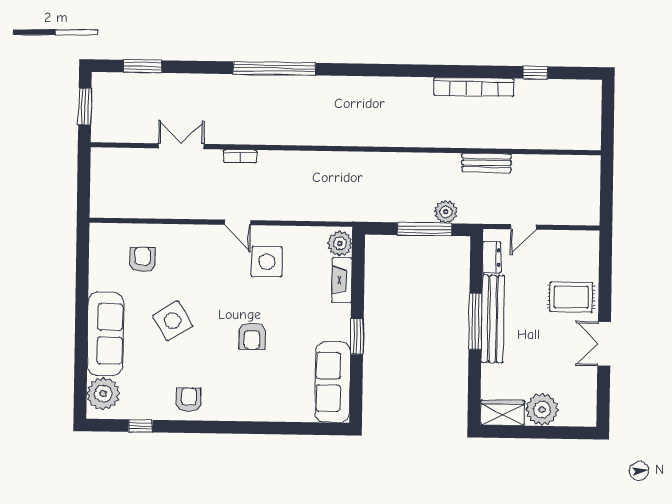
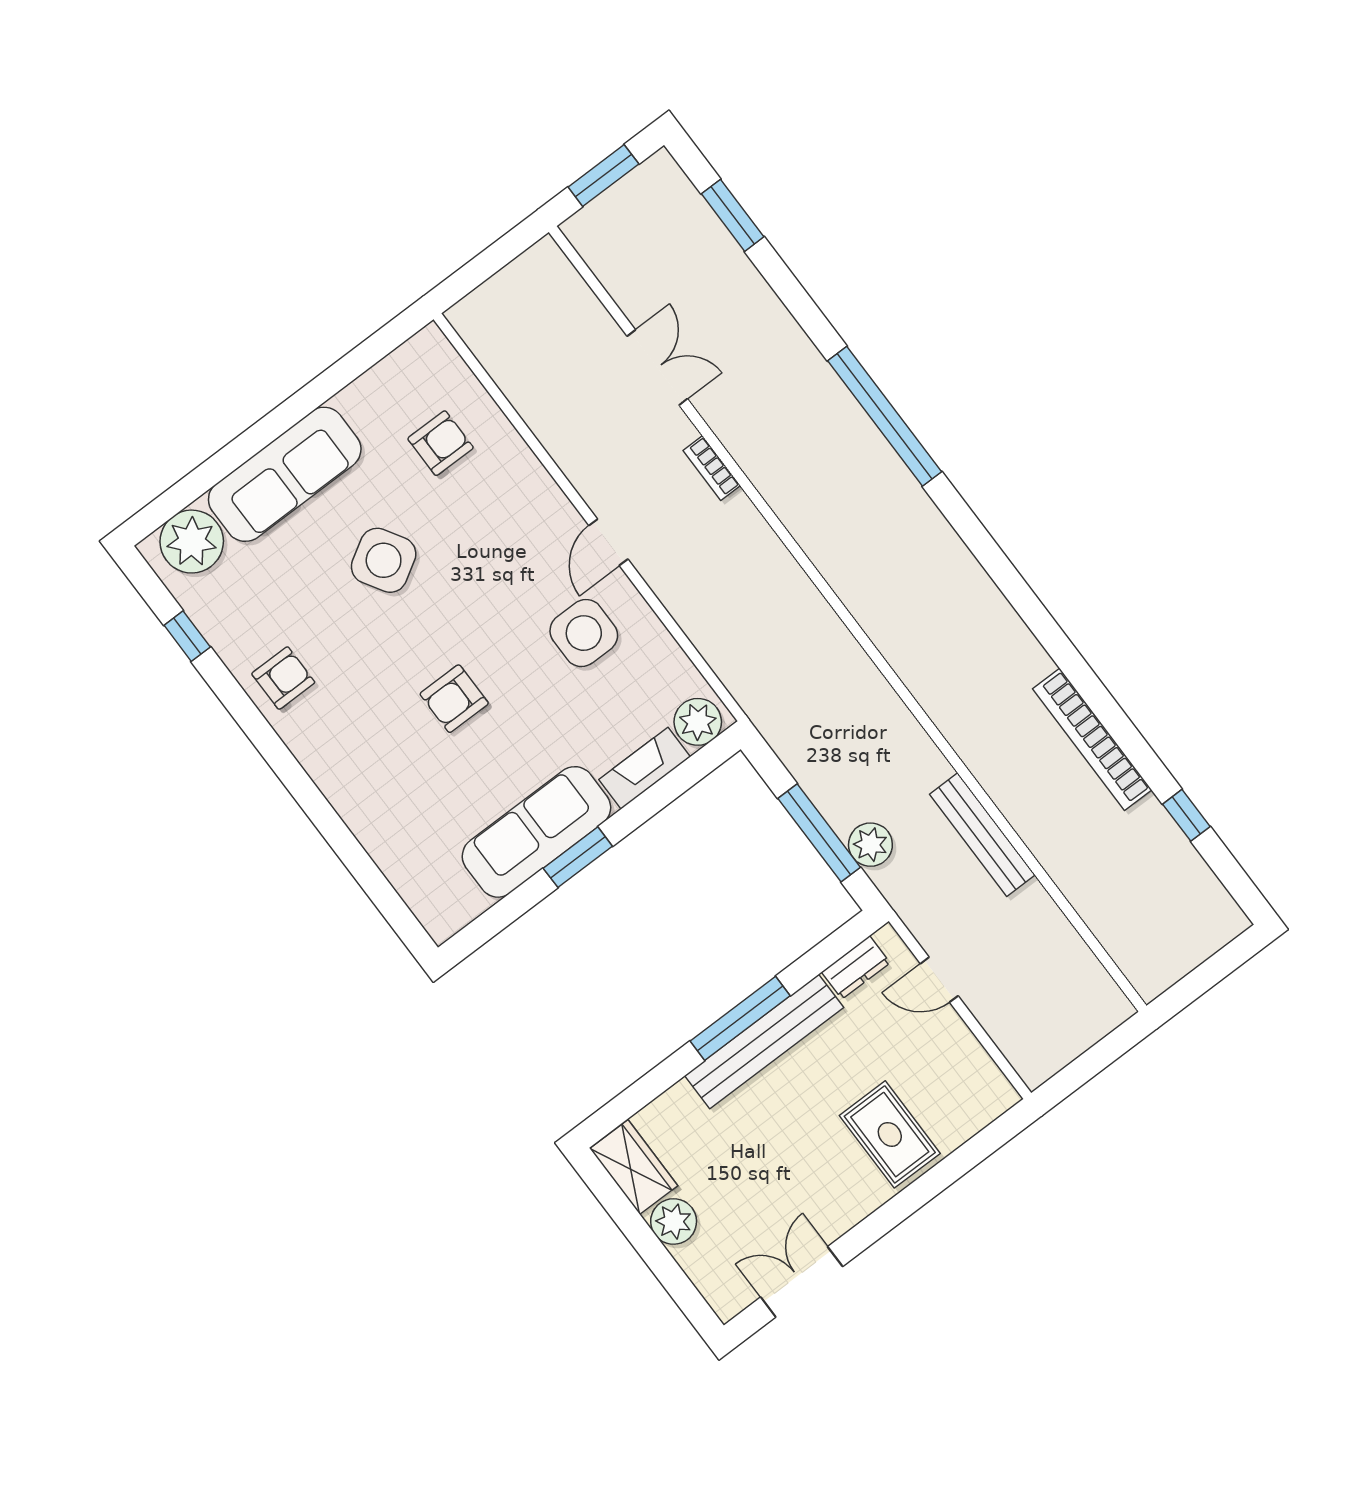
bench: (487, 163) -> (982, 835), width x1.36
double door: (604, 344) -> (802, 1282), moved
sofa: (333, 382) -> (536, 832), moved
plant: (542, 410) -> (674, 1221), width x0.73, depth x0.73

